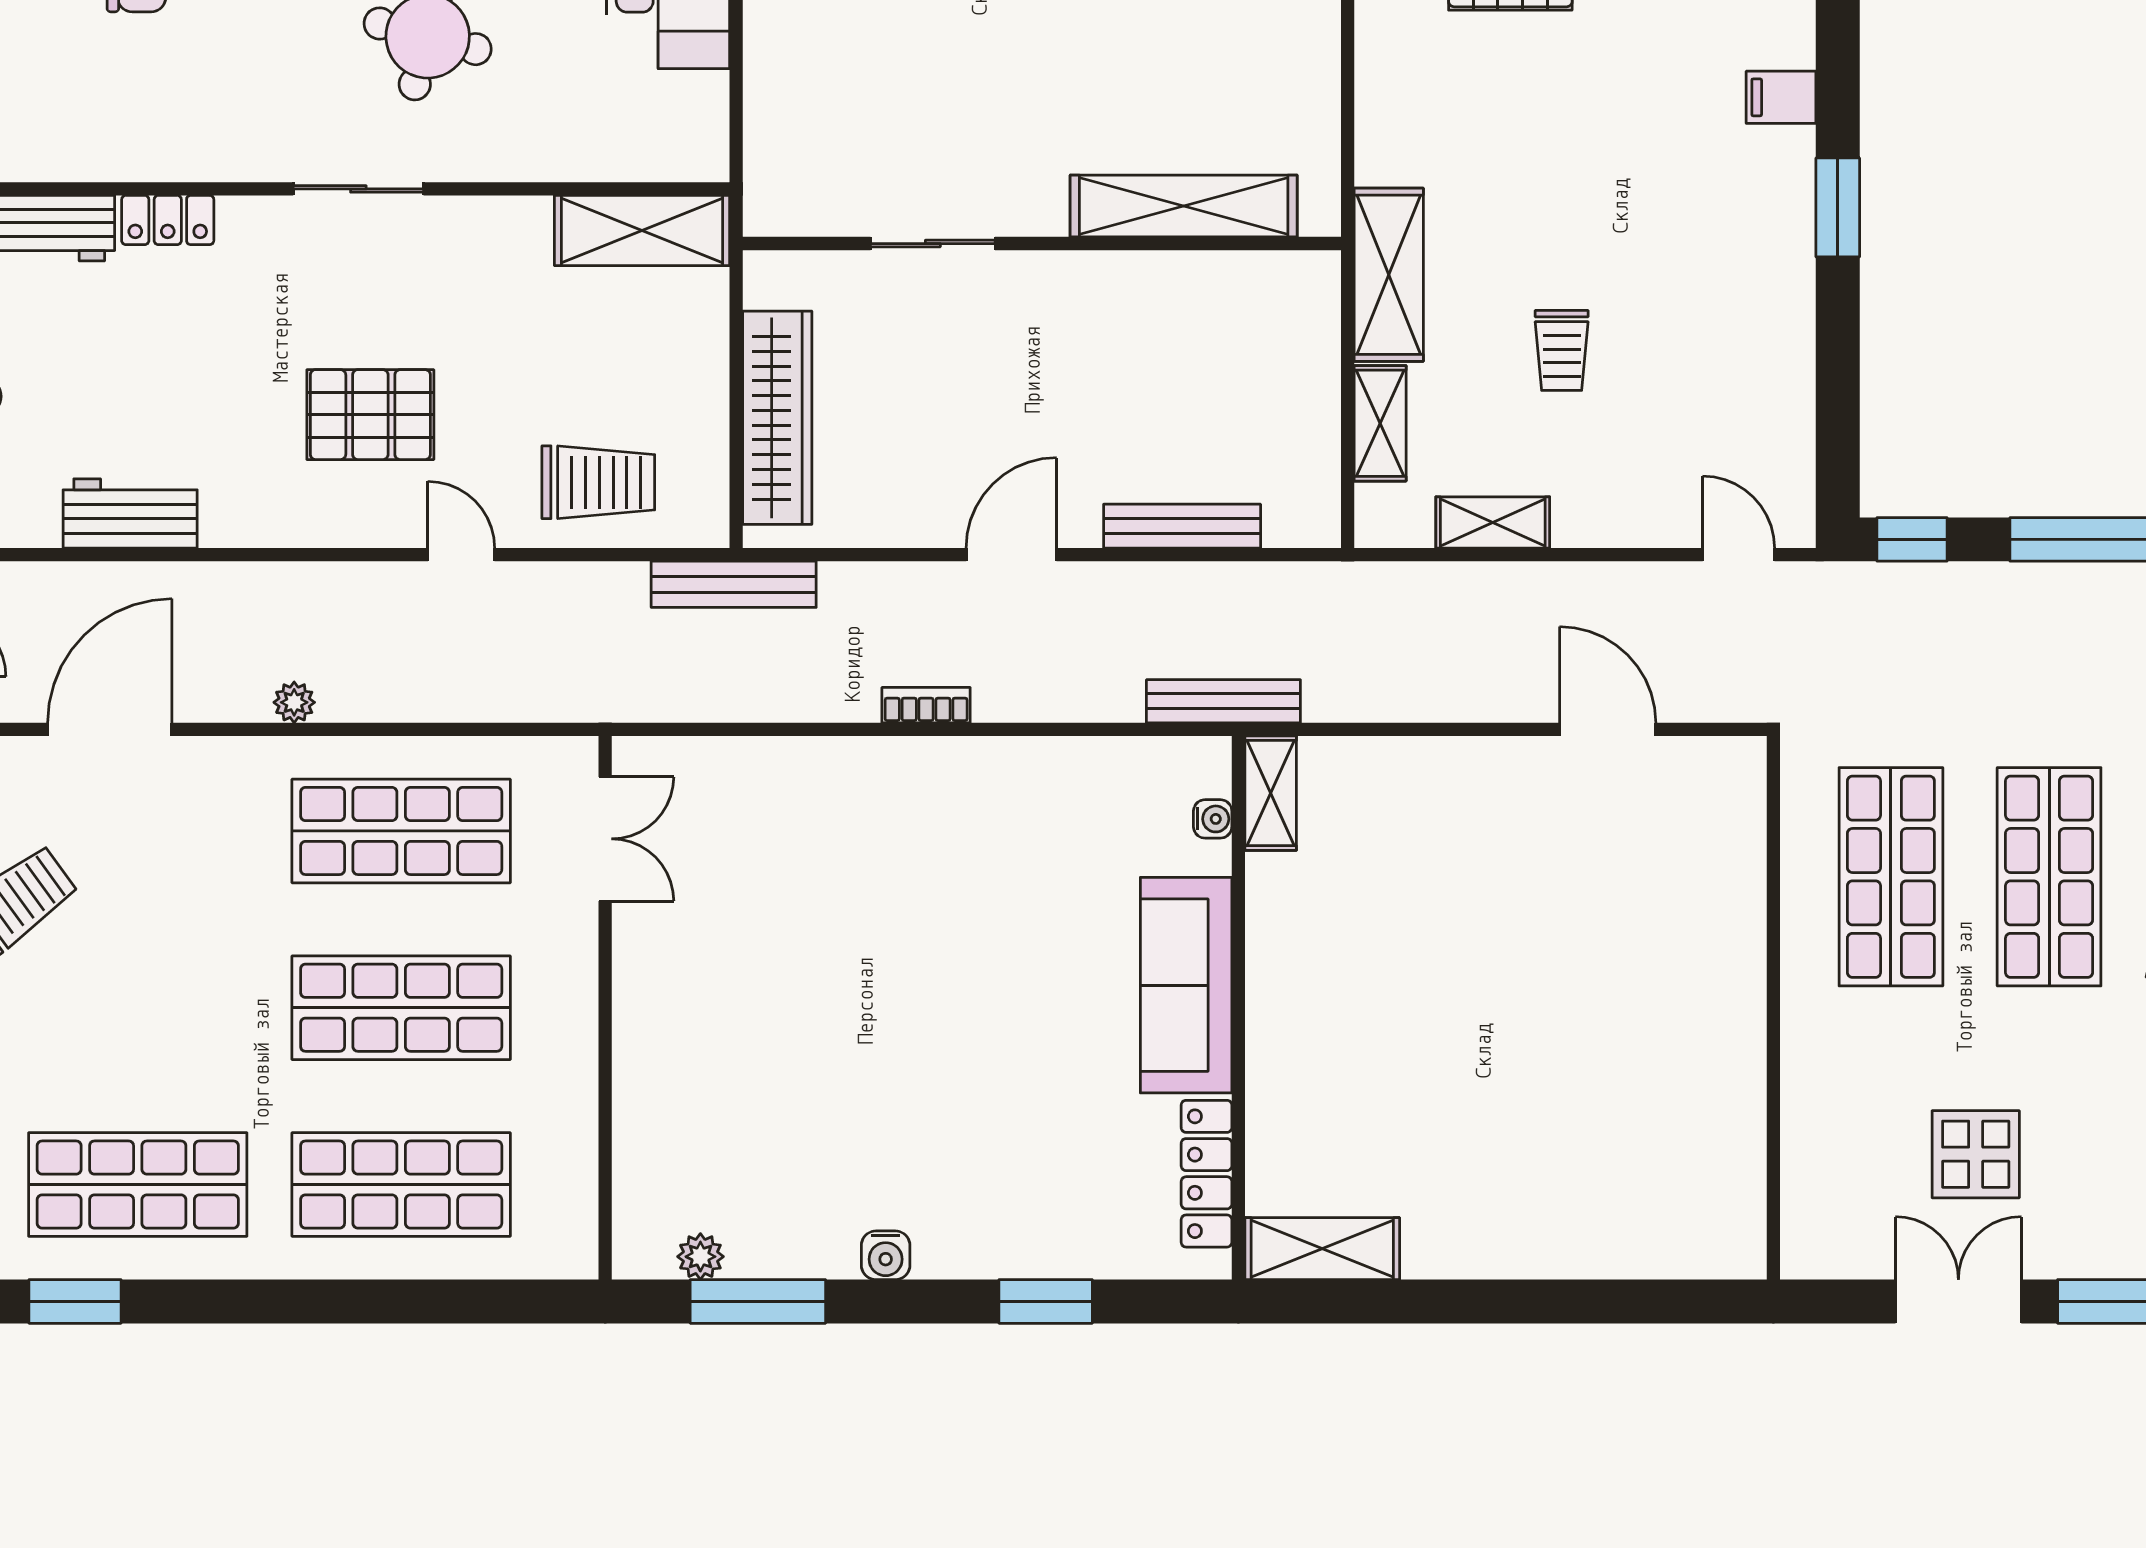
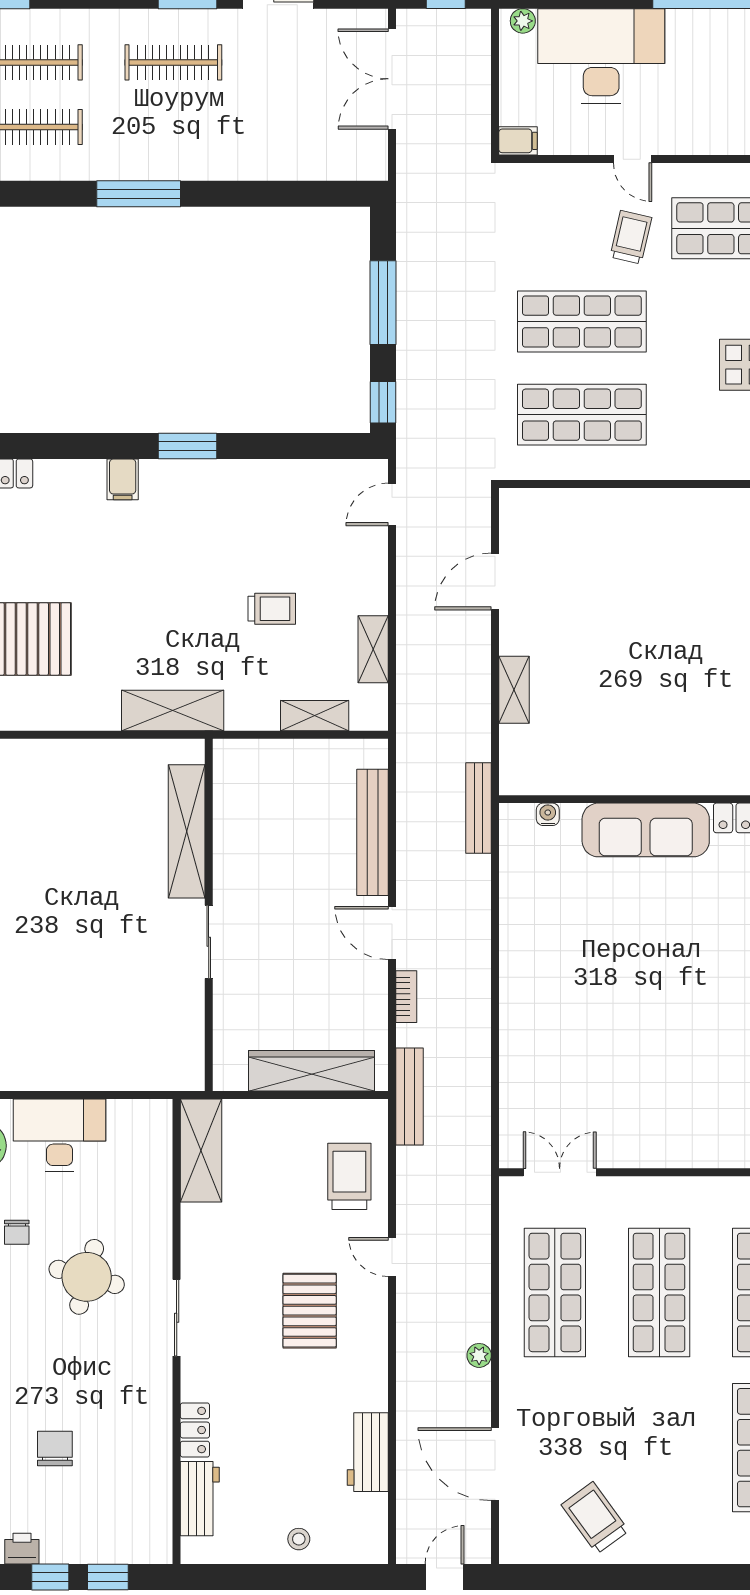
sliding door: (933, 244) -> (209, 942), moved
shelving: (1389, 275) -> (173, 711), moved
bench: (1182, 526) -> (372, 832), width x1.37, depth x1.21
door: (461, 555) -> (392, 1257), hinge flipped
bookcase: (926, 705) -> (406, 997), moved, turned 180
shelving: (1271, 793) -> (514, 690), moved, turned 90

